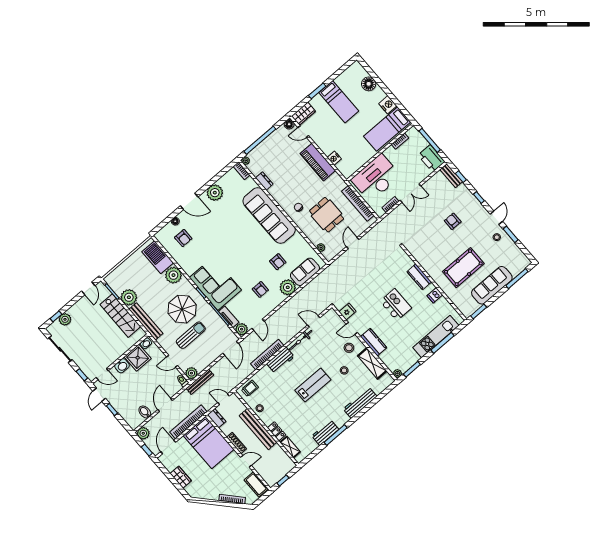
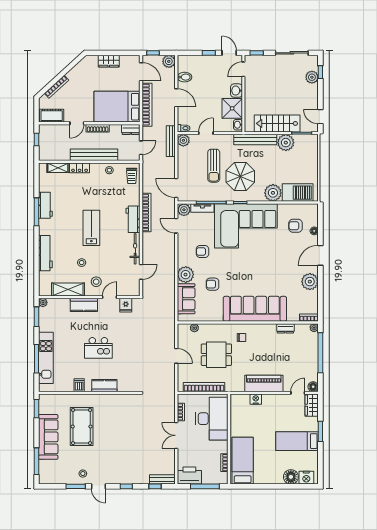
nightstand: (388, 105) -> (306, 478), moved
armchair: (453, 221) -> (125, 450), removed
corner sofa: (215, 284) -> (246, 226), width x1.36, depth x1.36
lab bench: (313, 385) -> (91, 228), turned 180

